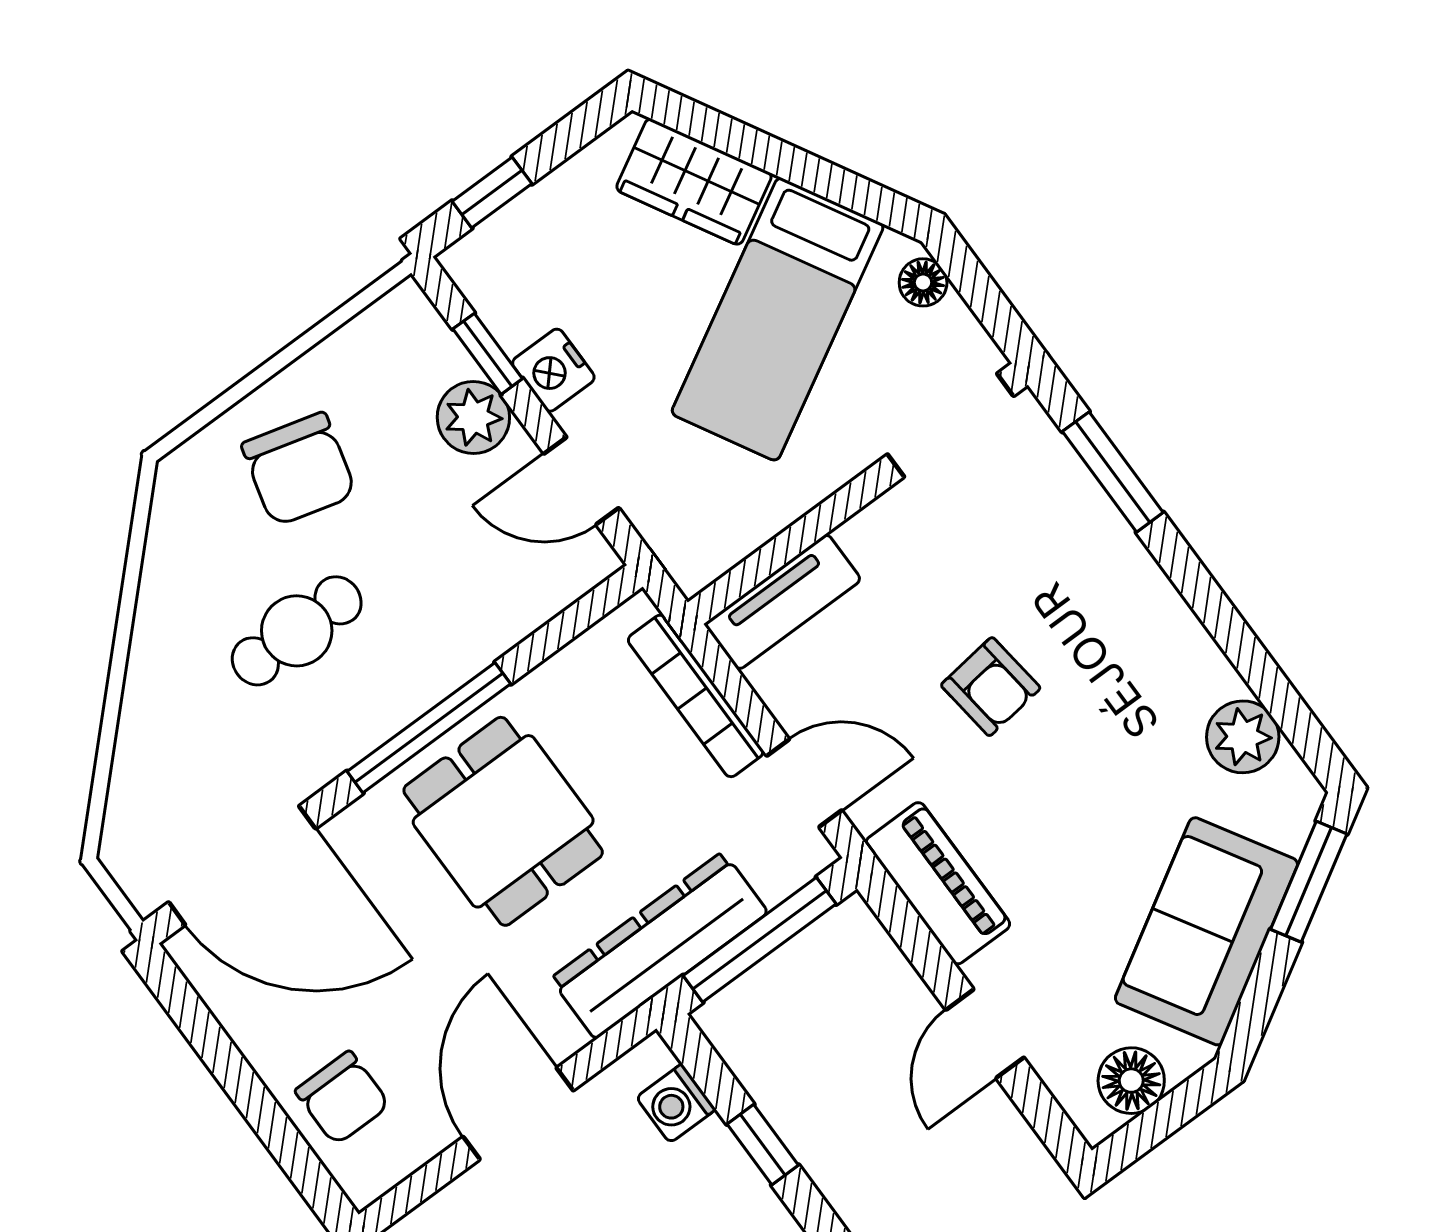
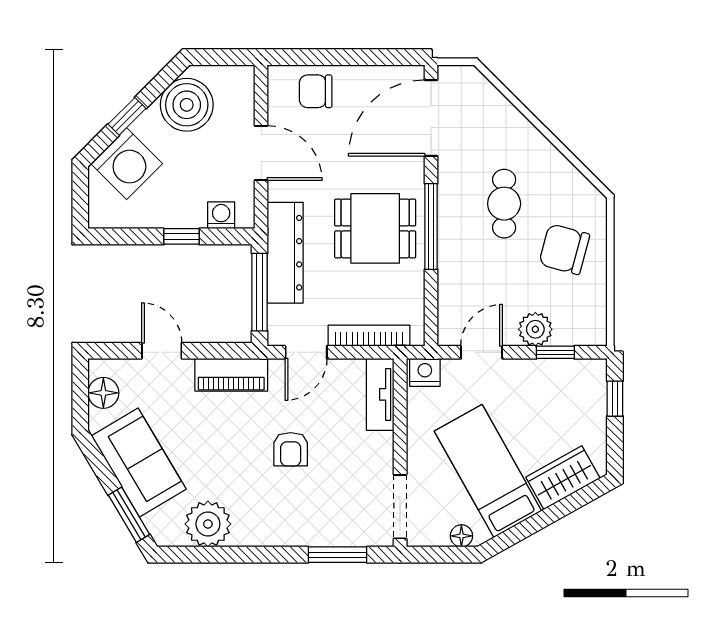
nightstand: (553, 370) -> (425, 372), moved
armchair: (991, 687) -> (291, 449), turned -83
plant: (1243, 737) -> (208, 524), width x1.36, depth x1.36

